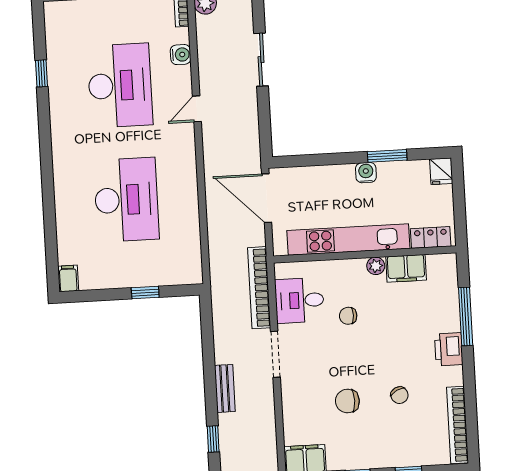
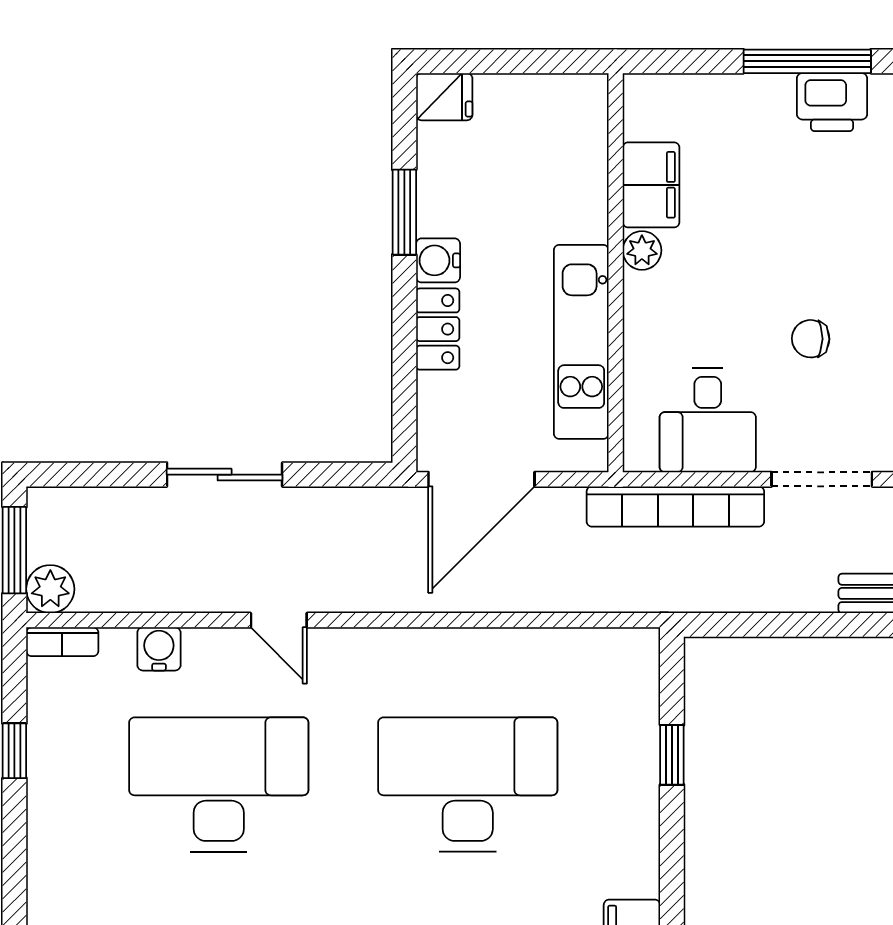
sliding door: (261, 60) -> (225, 475), moved
locker: (431, 237) -> (438, 329), moved, turned 180
kitchen unit: (348, 239) -> (581, 342), width x0.73
chair: (348, 316) -> (811, 339), moved, turned 91
window: (466, 316) -> (807, 61), moved

